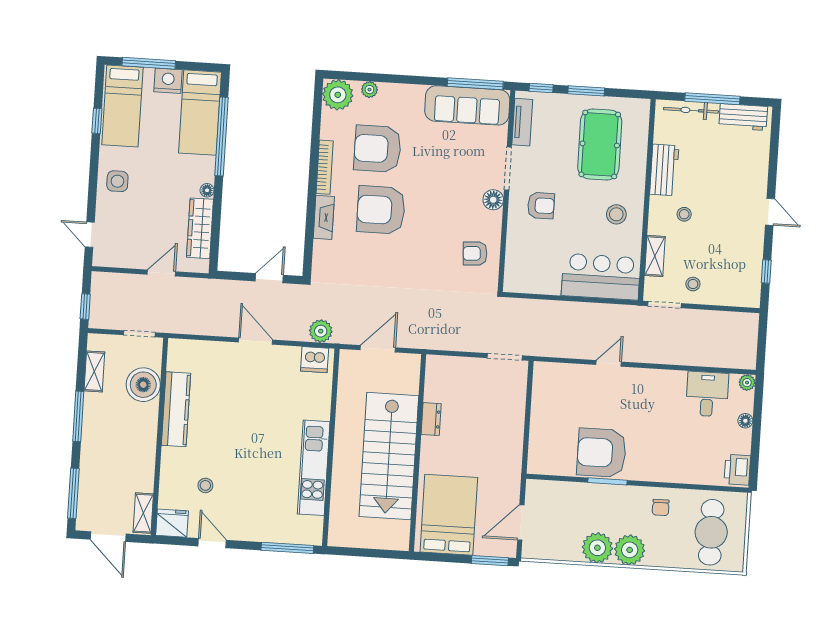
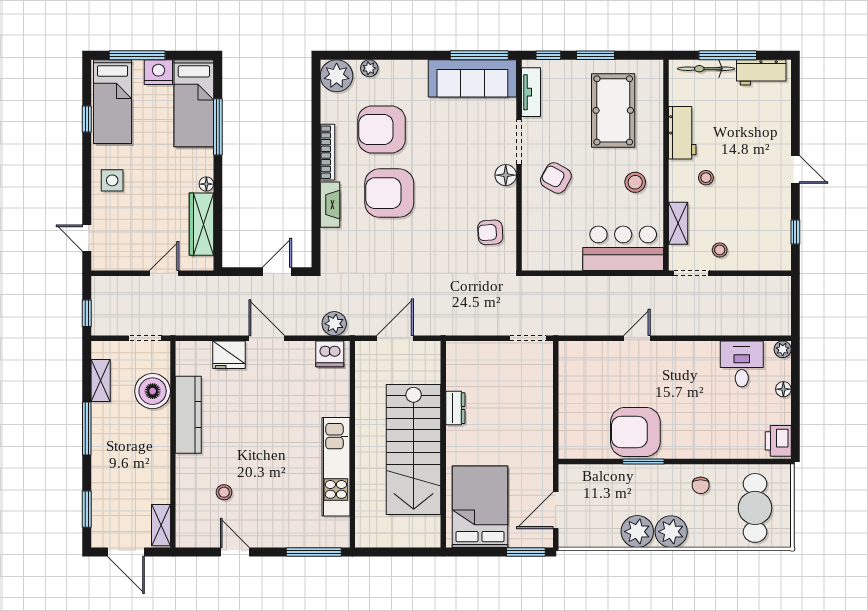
window: (221, 137) -> (218, 127), width x0.68
armchair: (541, 206) -> (556, 178), turned -151
window: (73, 493) -> (87, 509), width x0.69
fridge: (172, 523) -> (229, 355), moved, turned 180

